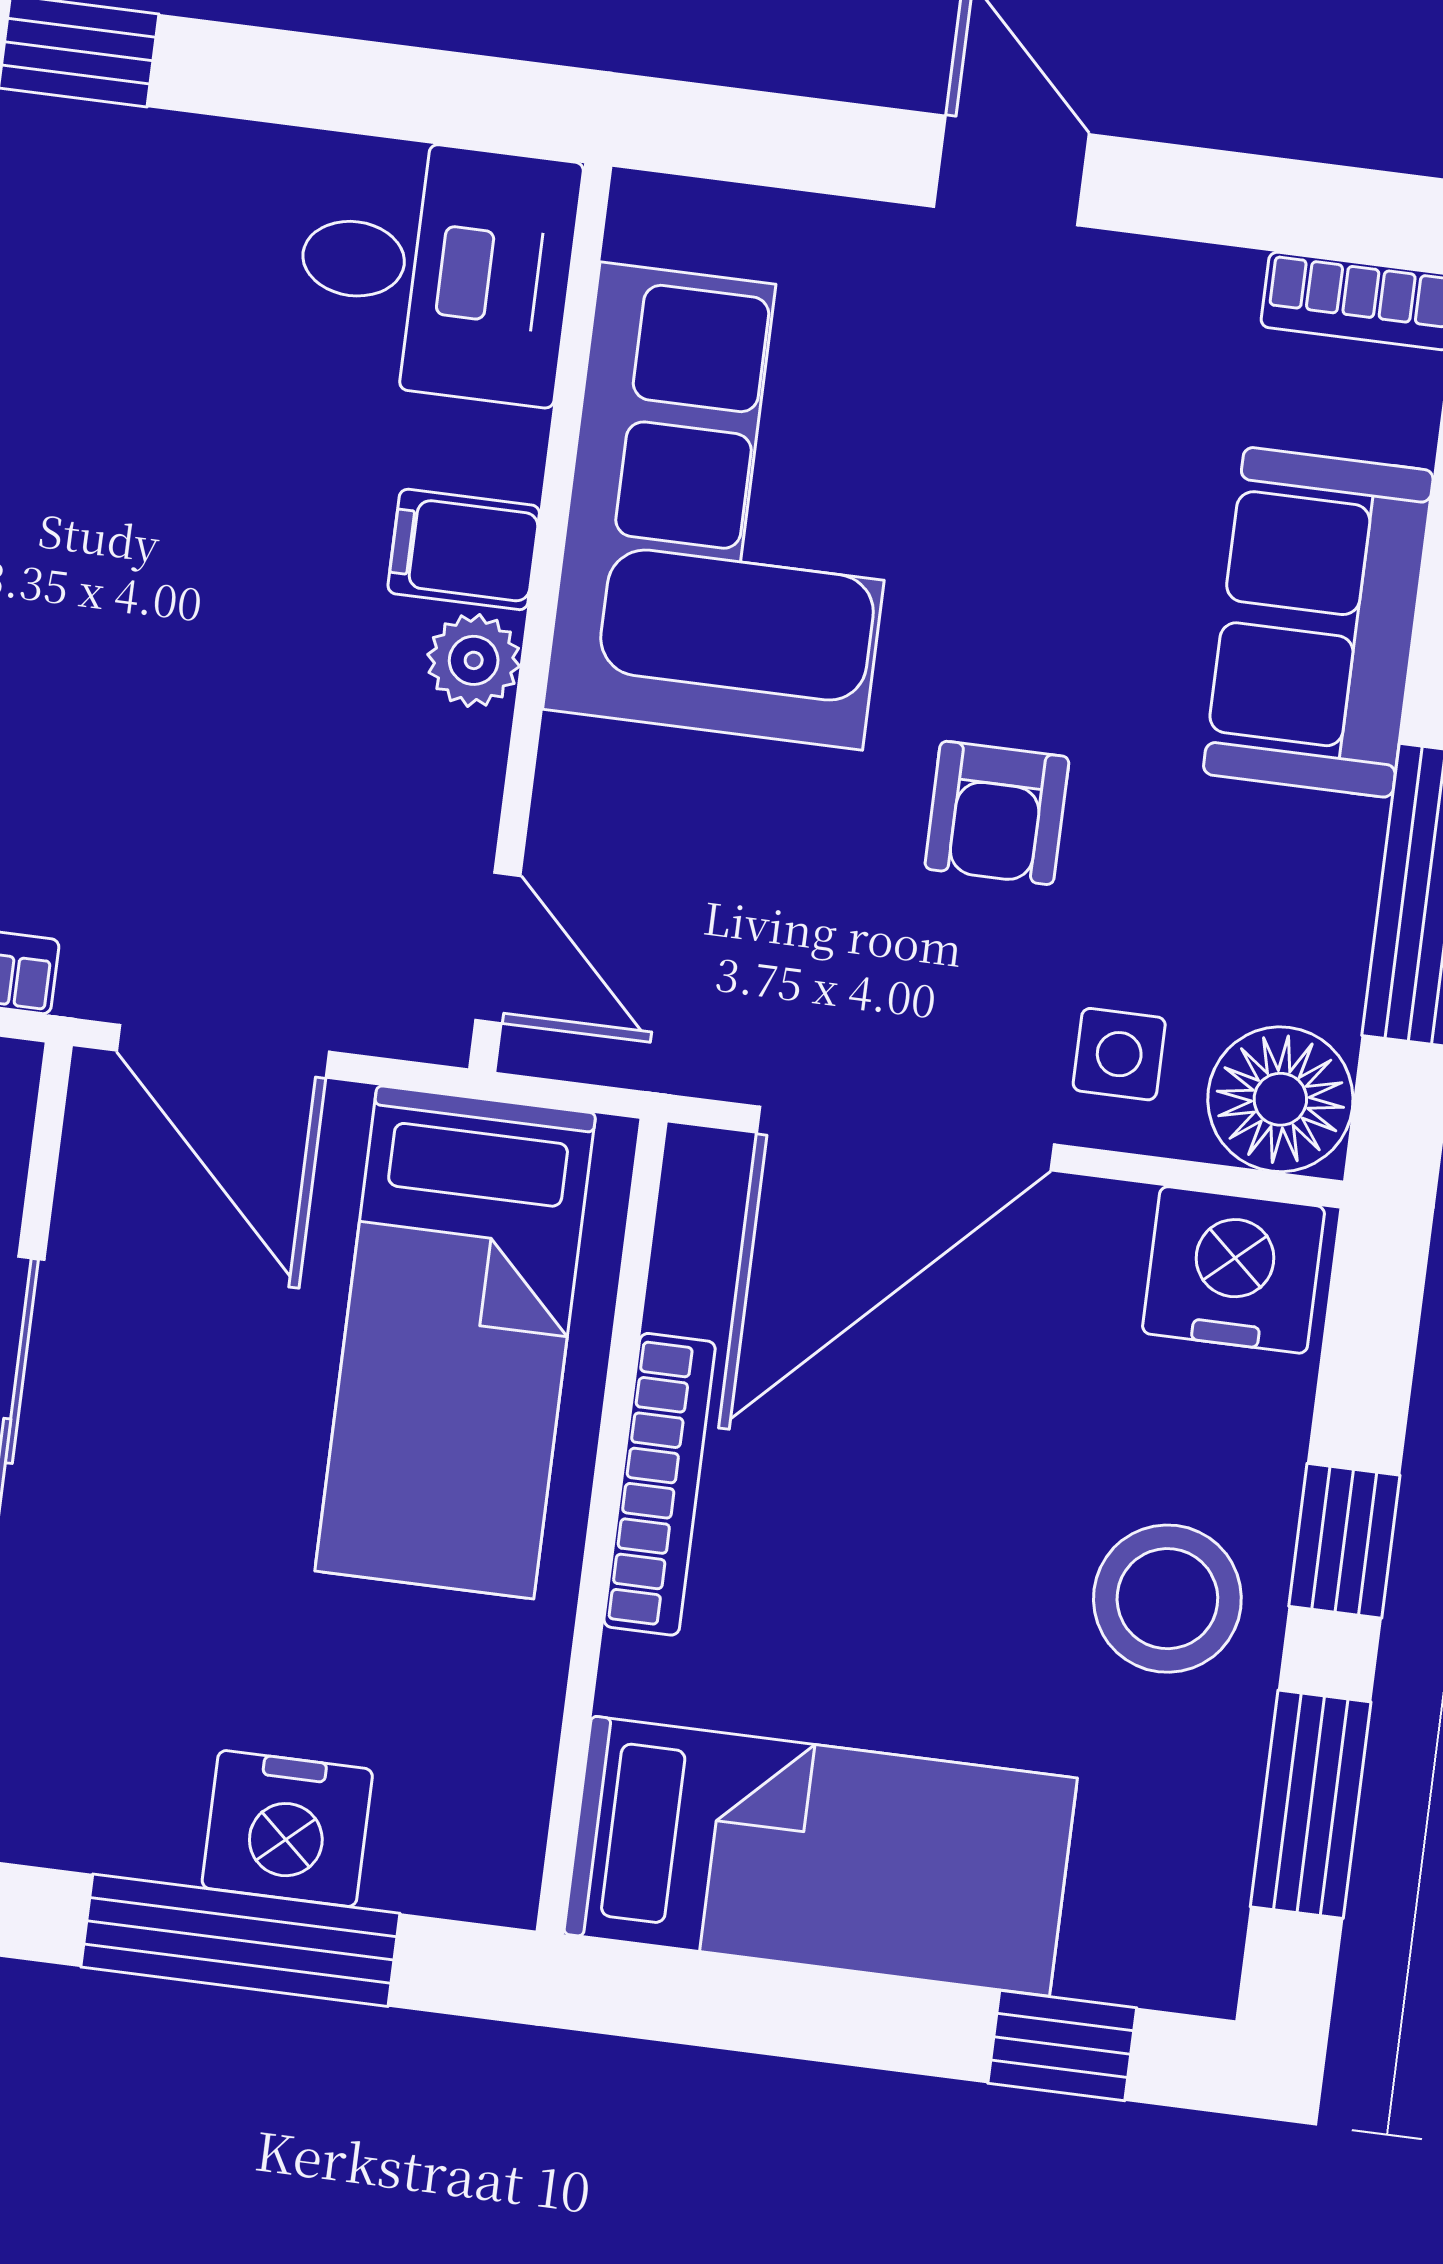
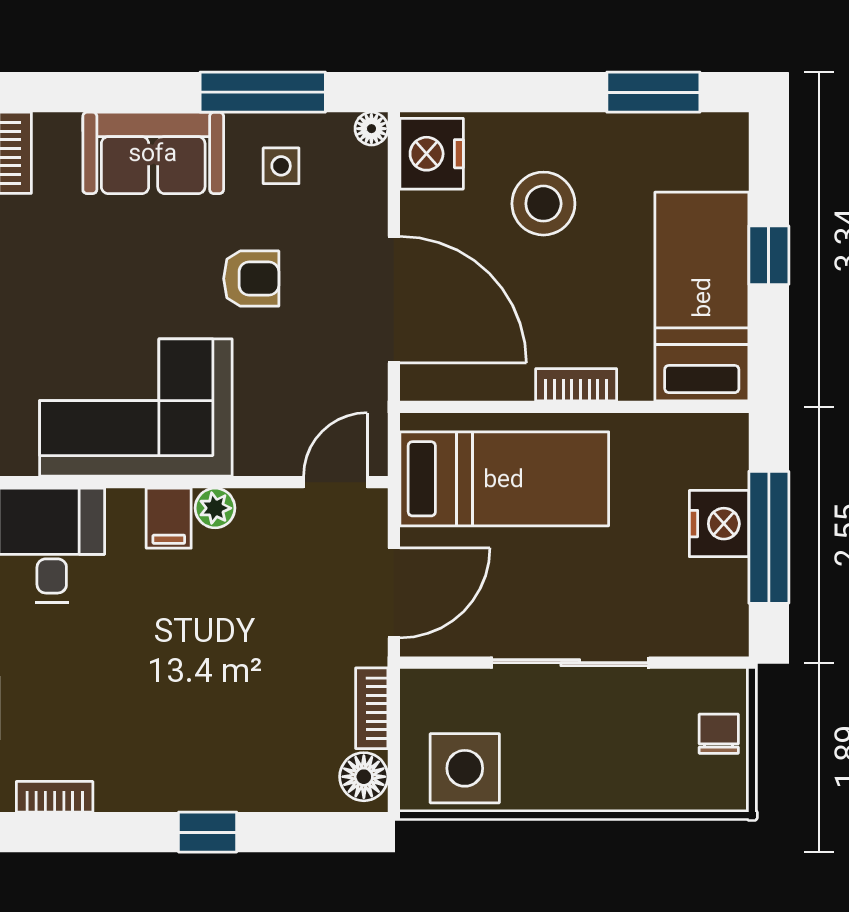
side table: (1119, 1054) -> (281, 166), moved
floor lamp: (1280, 1099) -> (371, 129), width x0.53, depth x0.53
bookcase: (660, 1484) -> (576, 385), width x0.64
window: (1344, 1541) -> (540, 92), removed
stool: (1167, 1599) -> (543, 204), moved
window: (1062, 2046) -> (769, 255), moved

